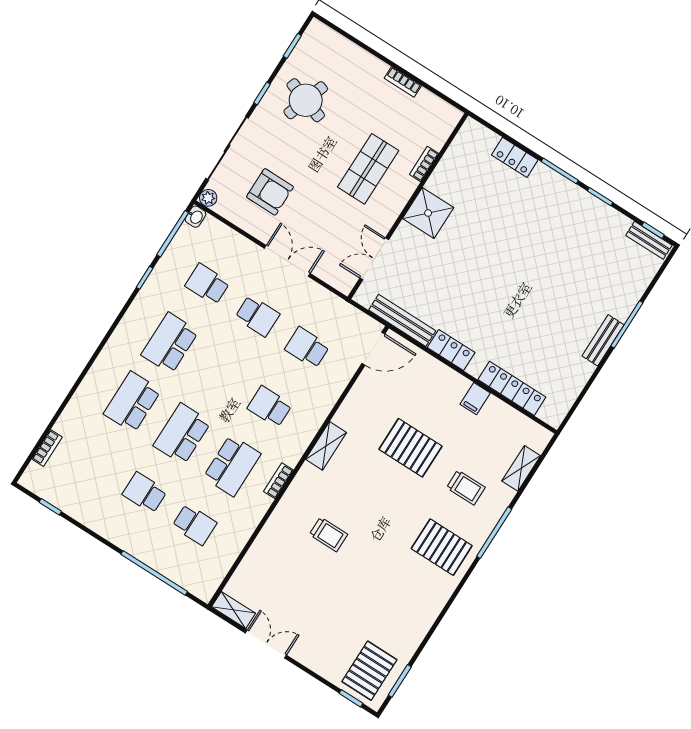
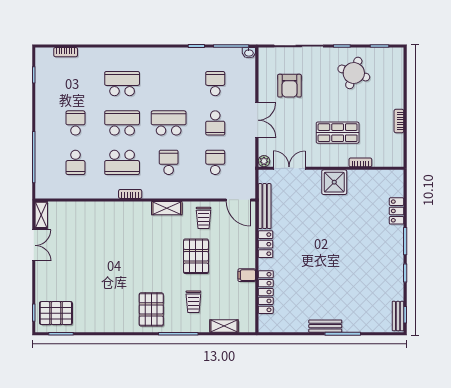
plant: (208, 198) -> (264, 161), moved
school desk: (170, 343) -> (169, 123), moved
trolley: (328, 534) -> (203, 218), moved

